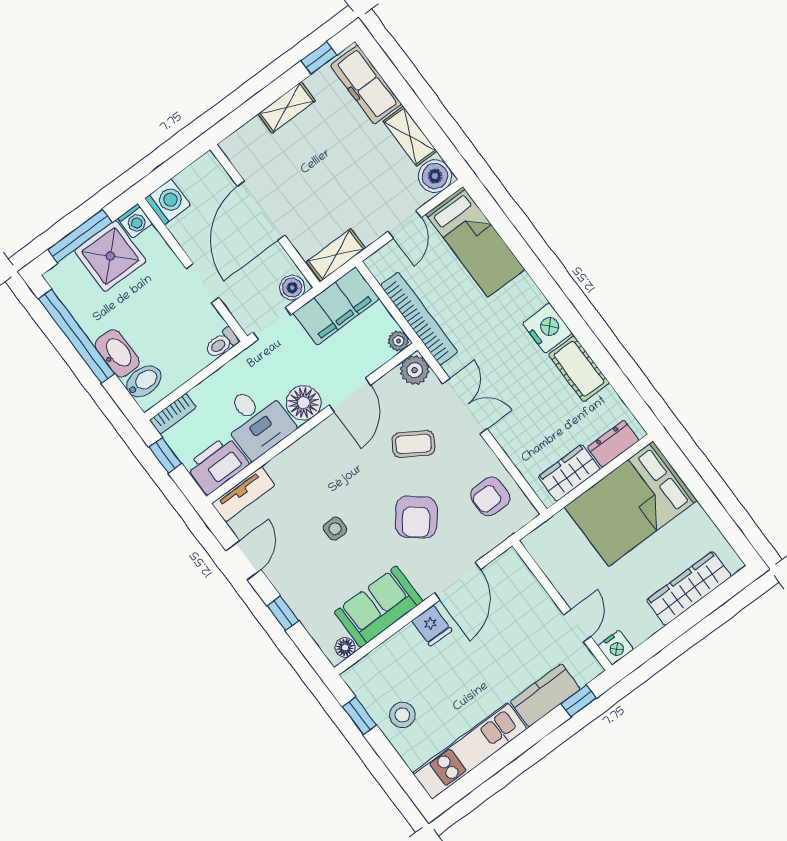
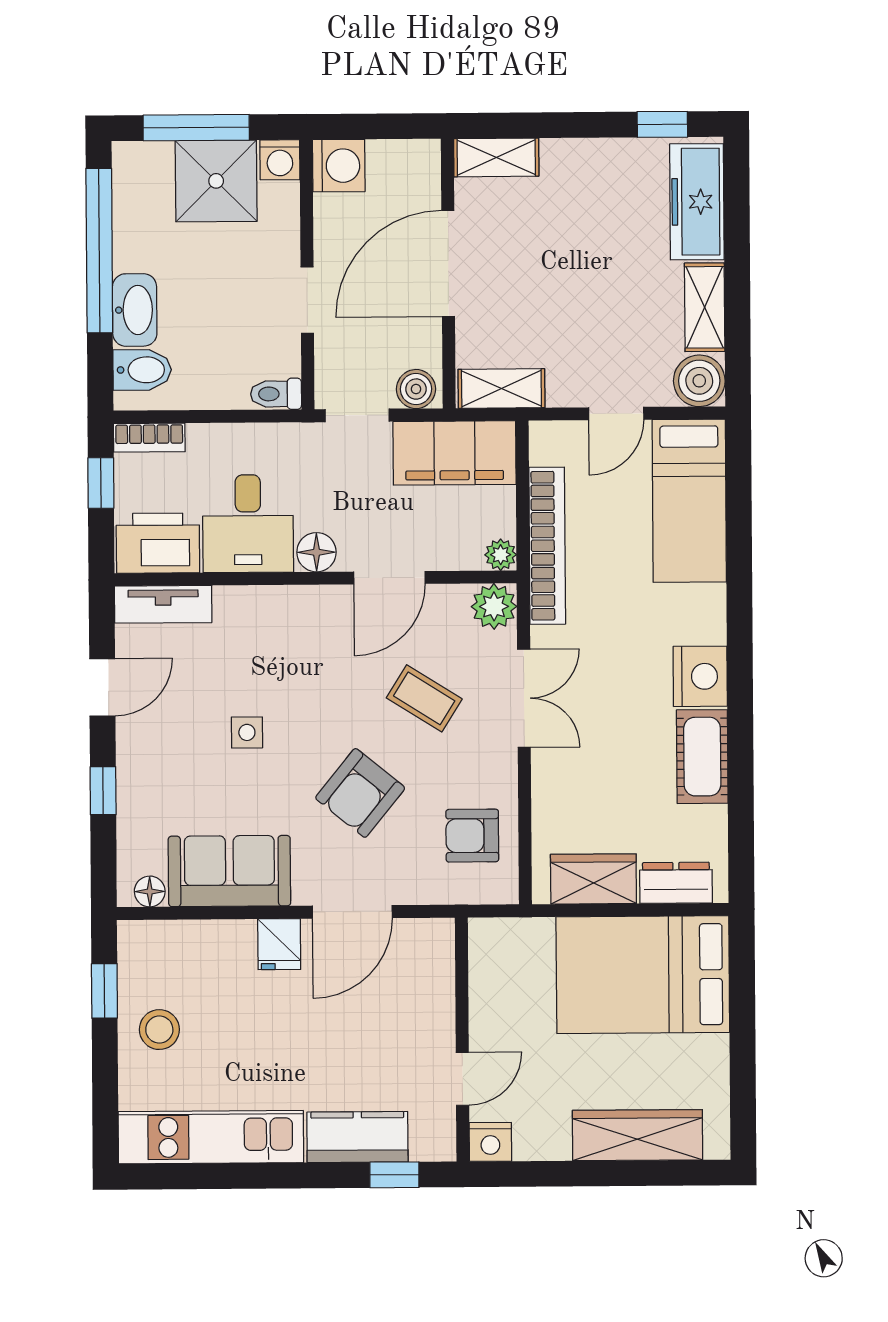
shelving: (287, 107) -> (496, 157), moved
floor lamp: (304, 403) -> (316, 552), width x0.73, depth x0.73

